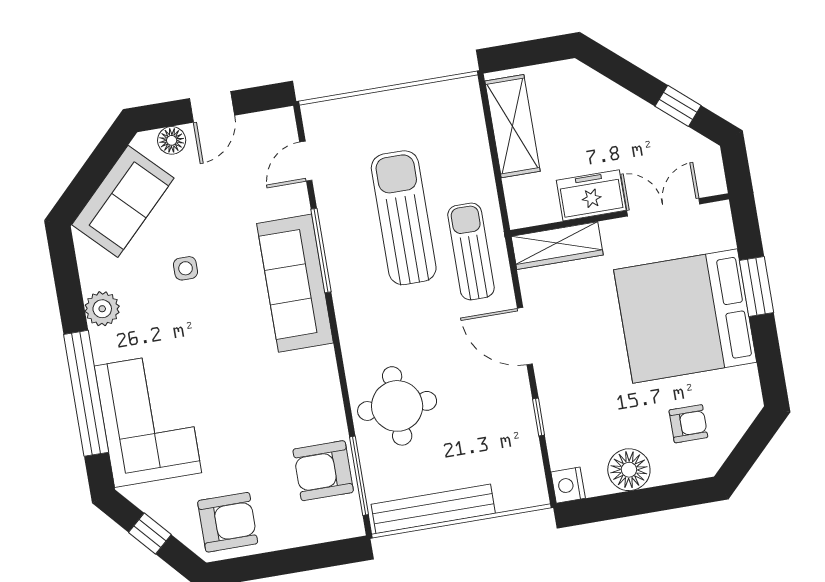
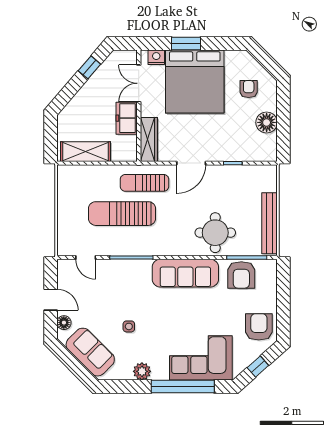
sofa: (295, 283) -> (185, 273), moved
nightstand: (568, 485) -> (156, 57), moved, turned 180

